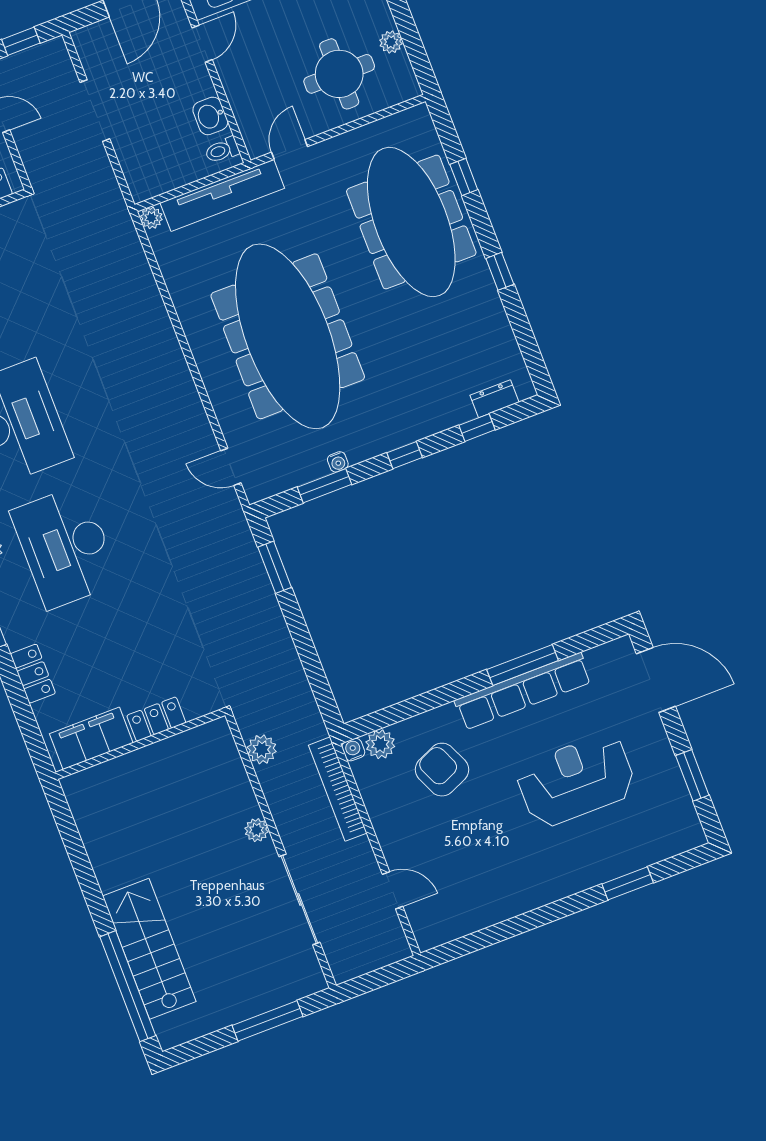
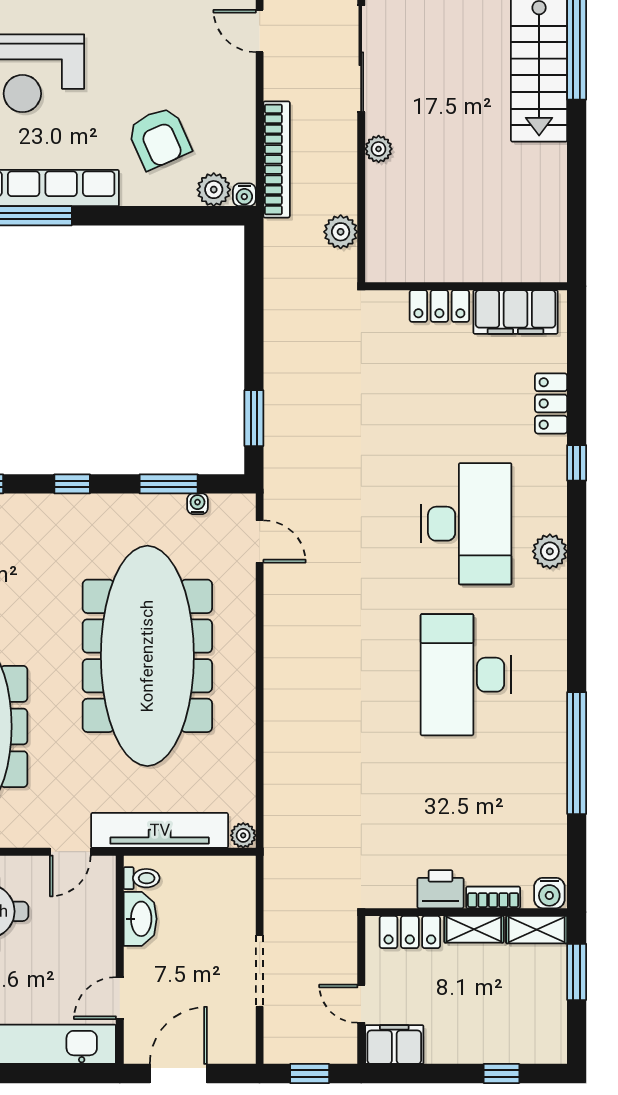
washbasin: (210, 116) -> (140, 919), width x1.38
water cooler: (338, 462) -> (197, 504), moved

